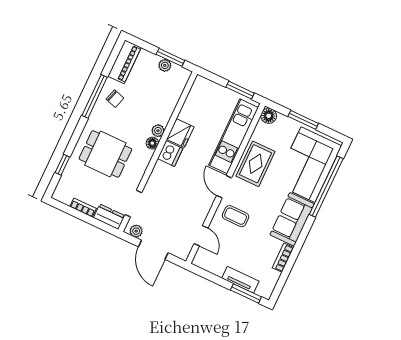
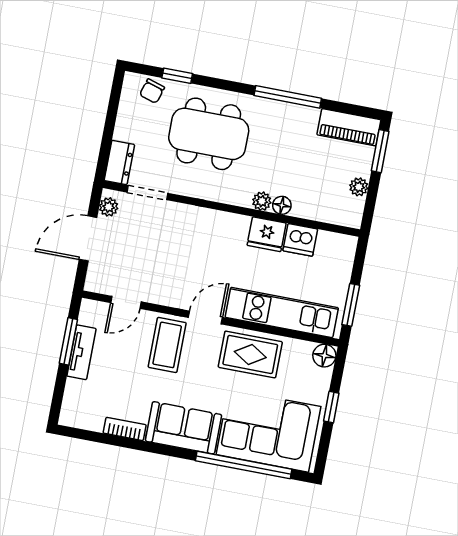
window: (170, 57) -> (380, 151), moved
chair: (115, 99) -> (152, 91), moved
window: (303, 120) -> (331, 407), width x0.67
floor lamp: (152, 143) -> (282, 205), moved
dining table: (105, 154) -> (209, 134), width x1.38
dishwasher: (170, 154) -> (300, 240), moved
bookcase: (83, 208) -> (123, 121), removed
coffee table: (236, 216) -> (167, 345), width x1.36, depth x1.30
tv unit: (240, 280) -> (81, 352), moved
window: (246, 293) -> (68, 341), moved

